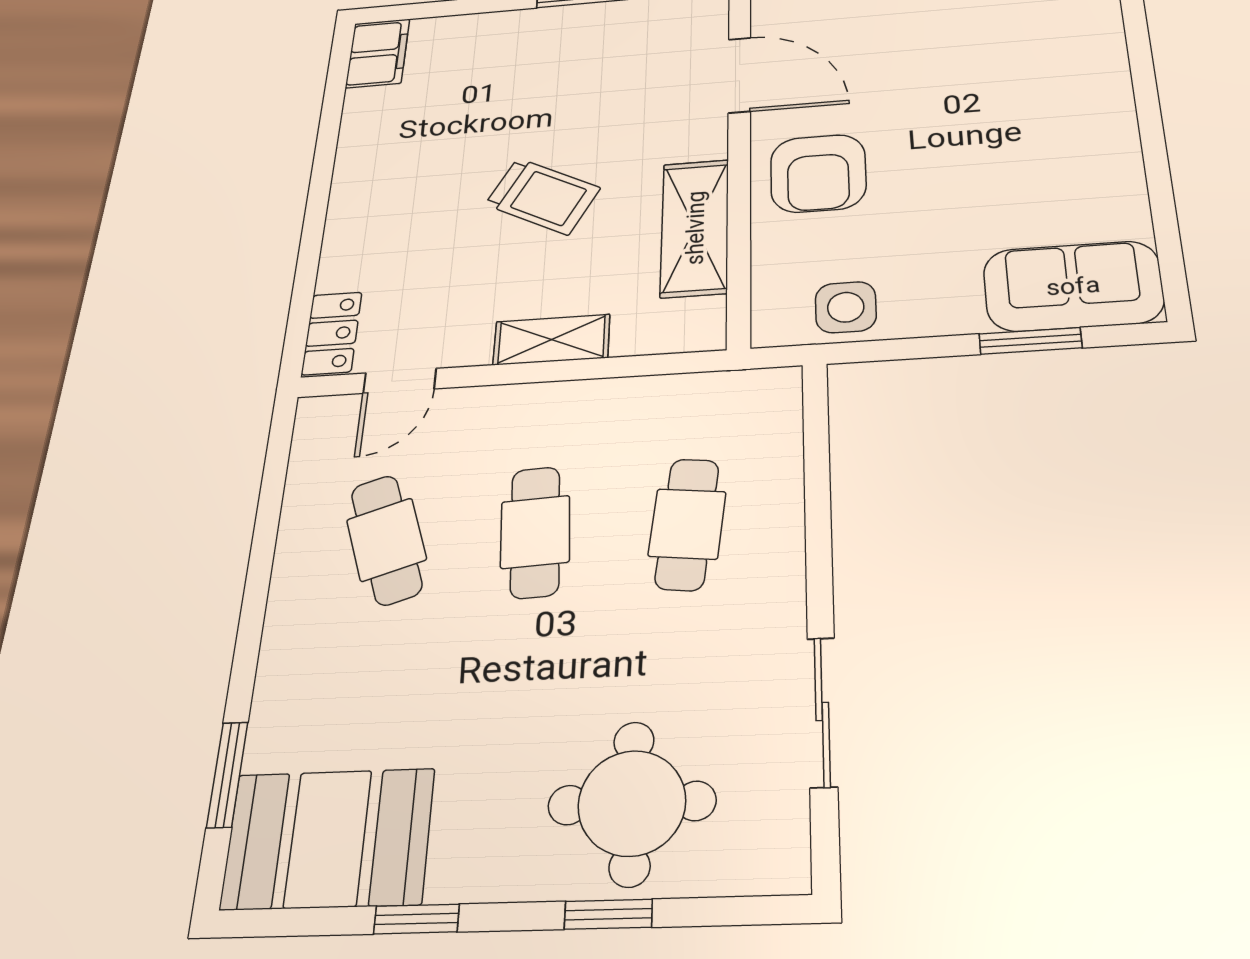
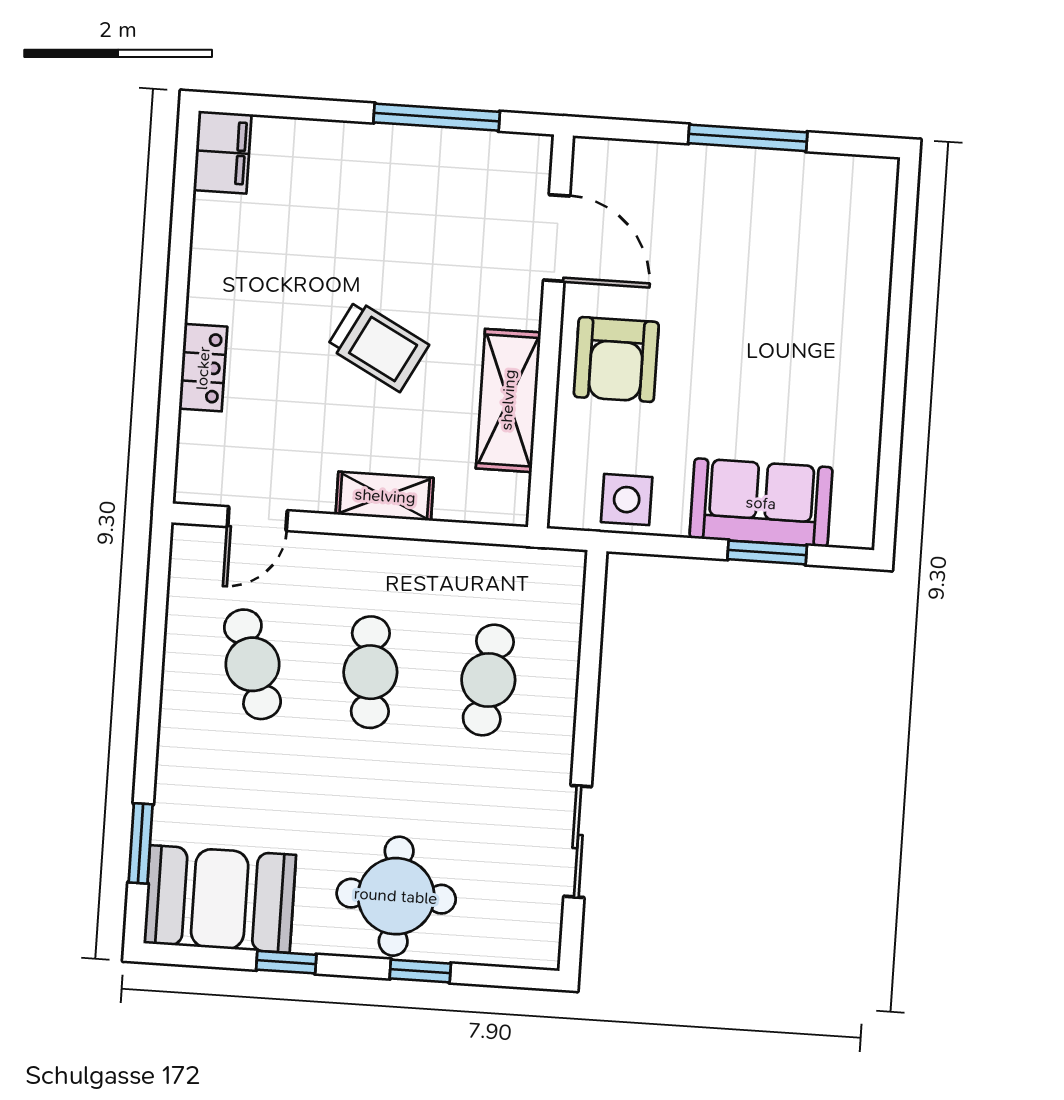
sofa: (1073, 286) -> (761, 503), moved
locker: (332, 333) -> (203, 368), moved
round table: (632, 803) -> (396, 896), moved

